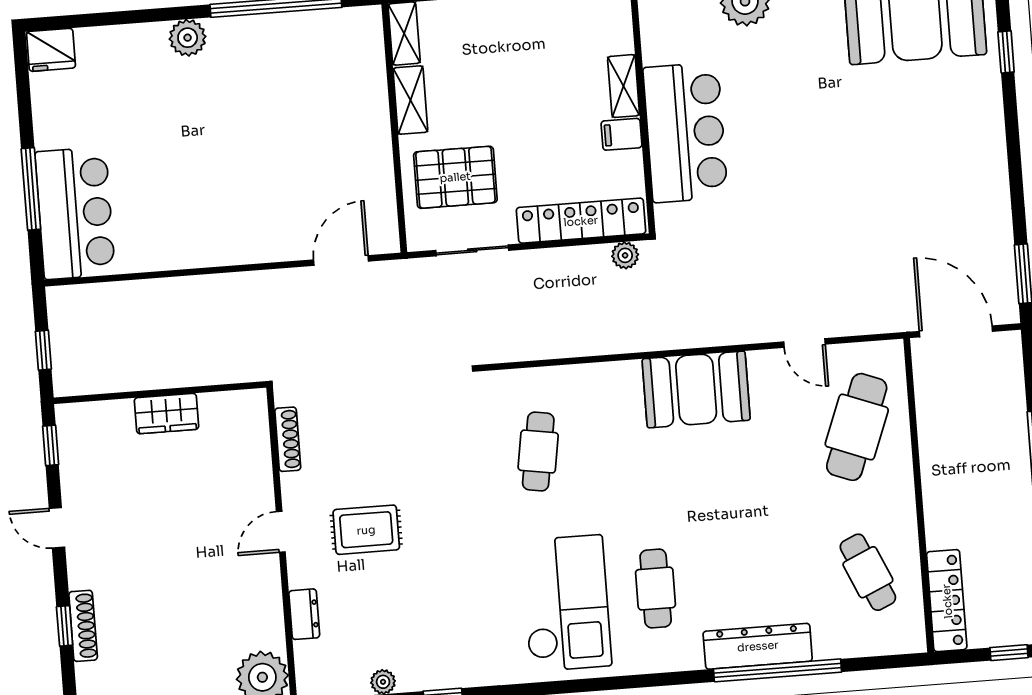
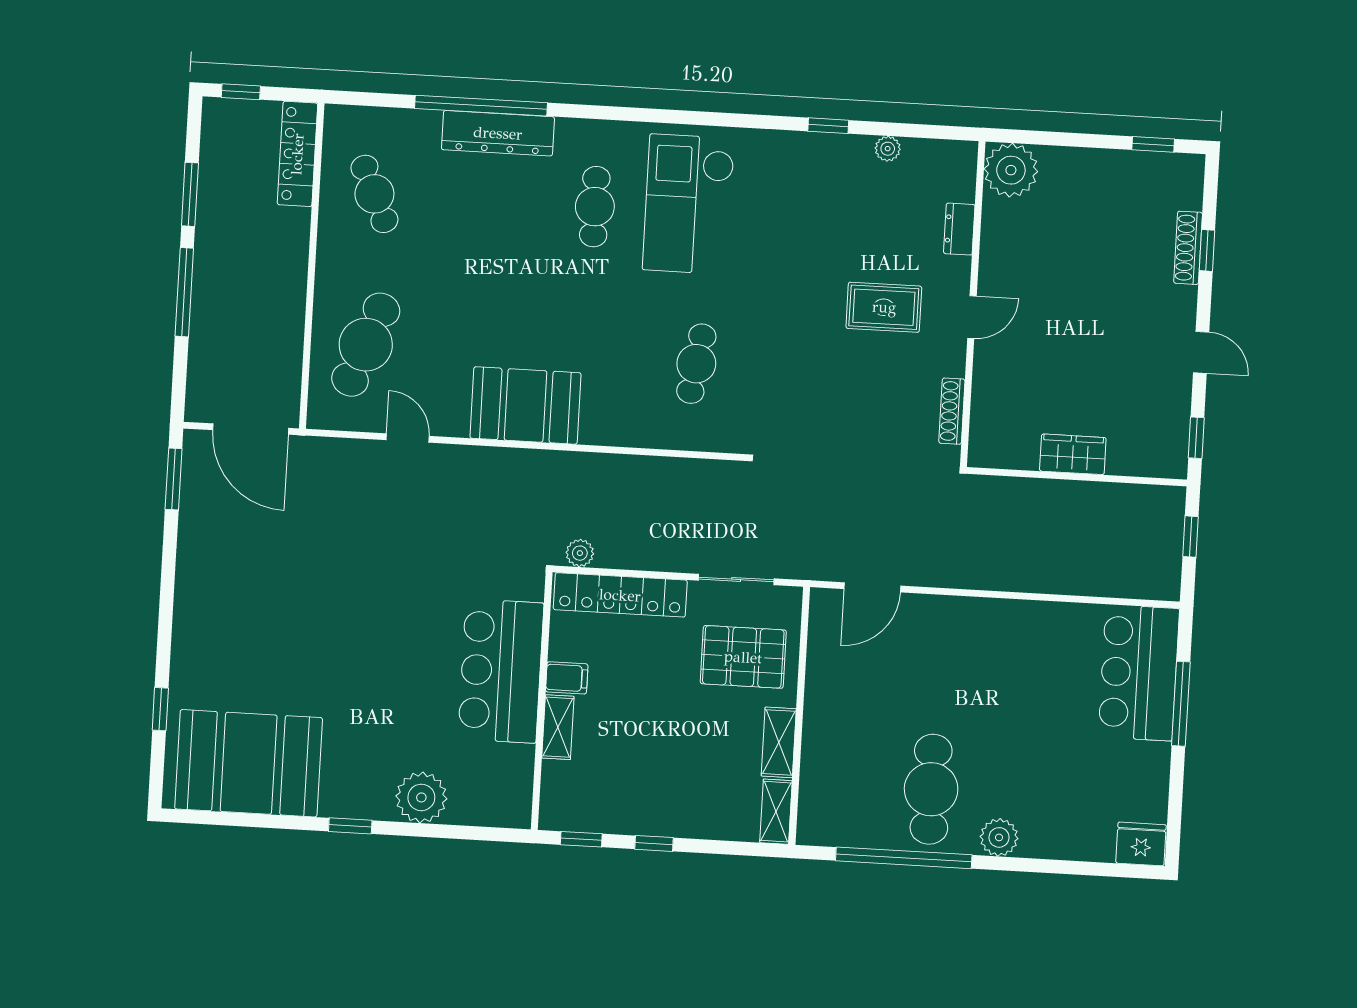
cafe table: (259, 75) -> (931, 789), added

